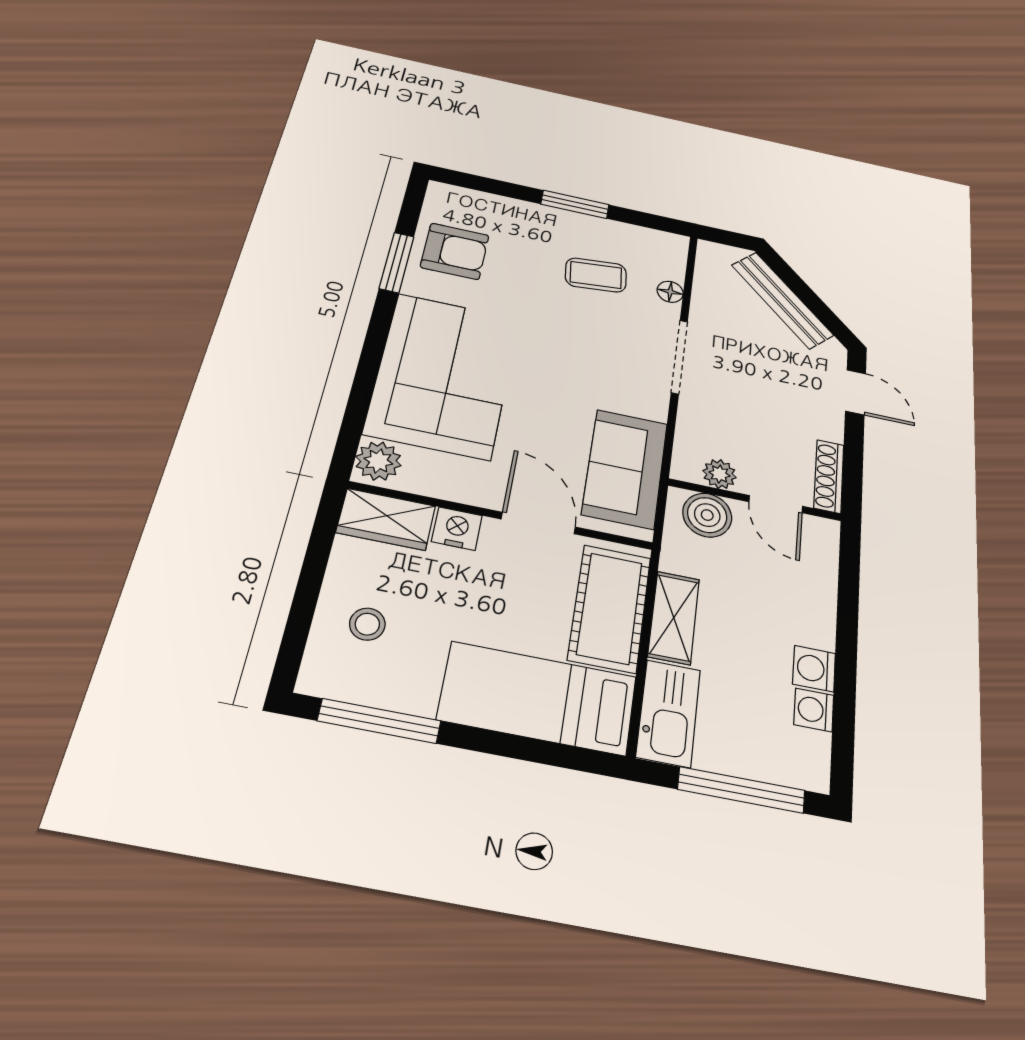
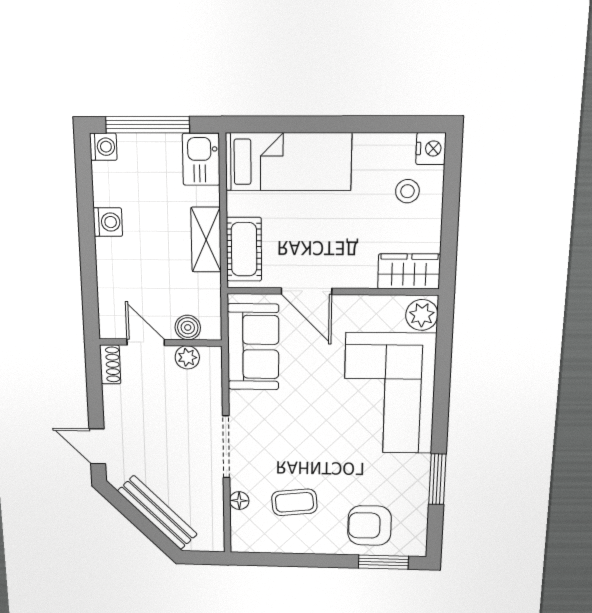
window: (575, 204) -> (383, 562), moved
armchair: (455, 251) -> (370, 526), moved
shoe rack: (829, 476) -> (110, 364), width x0.70
boiler: (707, 515) -> (188, 328), width x0.73, depth x0.73
nightstand: (457, 529) -> (431, 148), moved, turned -90
cot: (610, 608) -> (244, 249), width x0.73, depth x0.75
washing machine: (814, 710) -> (103, 147), moved
kitchen sink: (668, 713) -> (201, 159), width x0.73
window: (379, 721) -> (388, 124), removed

